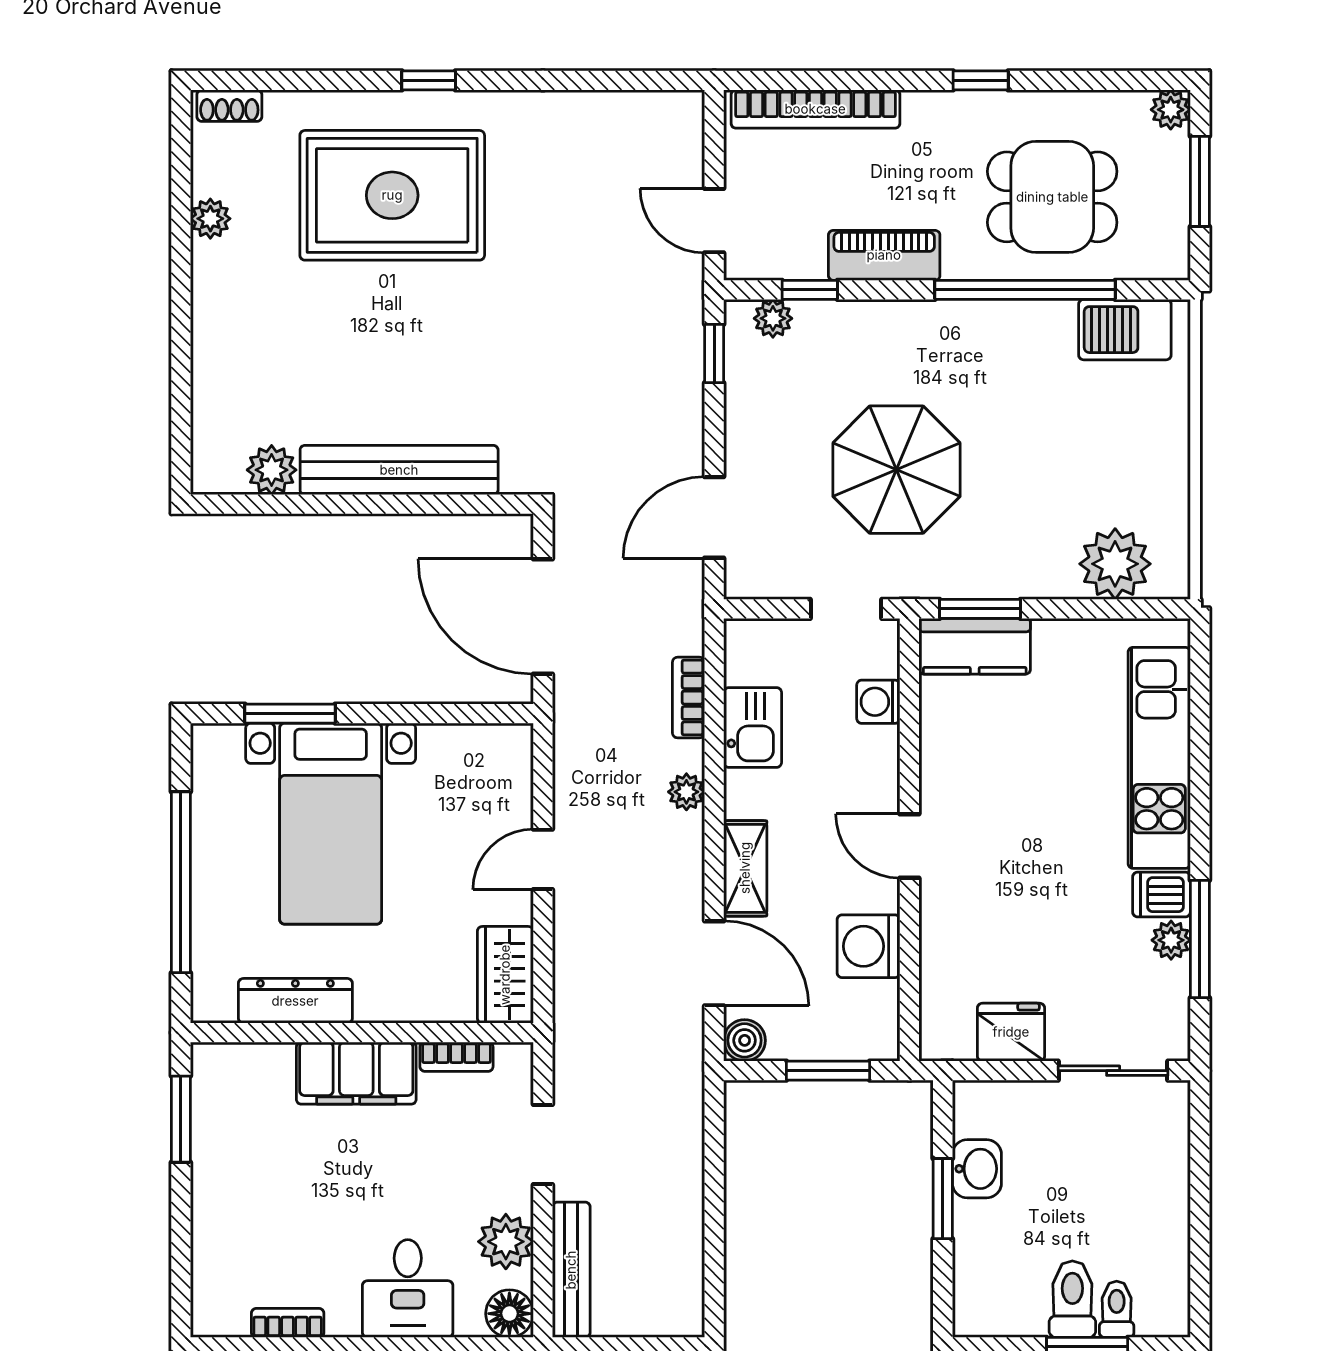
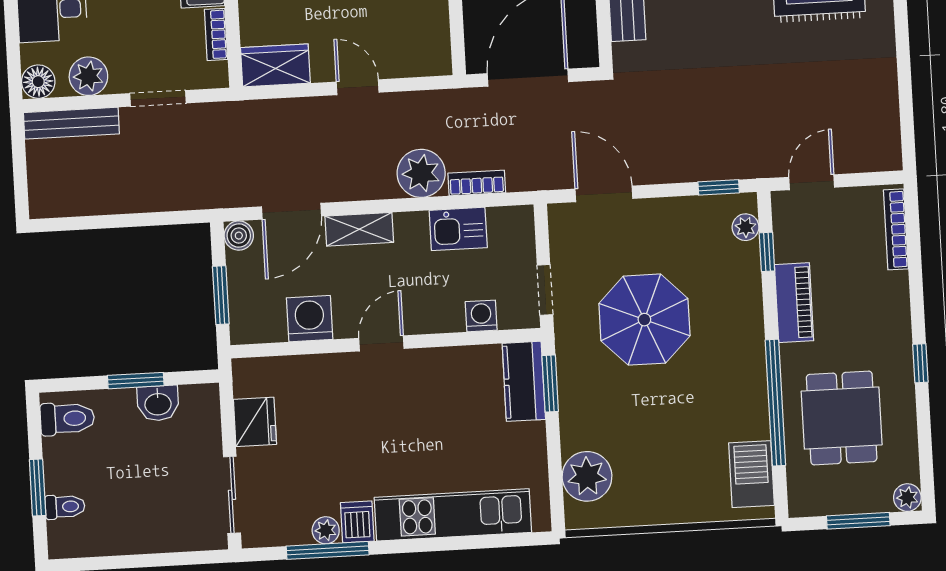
bookcase: (815, 109) -> (896, 229), width x0.68, depth x0.76
plant: (686, 792) -> (421, 173), width x1.87, depth x1.87
toilet: (1072, 1299) -> (67, 419), moved

